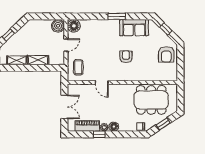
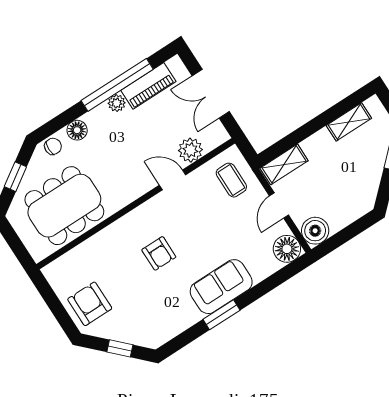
sofa: (134, 28) -> (221, 287), moved
shelving: (38, 60) -> (284, 164), moved
plant: (87, 90) -> (190, 150), added
floor lamp: (114, 127) -> (77, 130), moved
window: (99, 134) -> (117, 85), width x3.17

